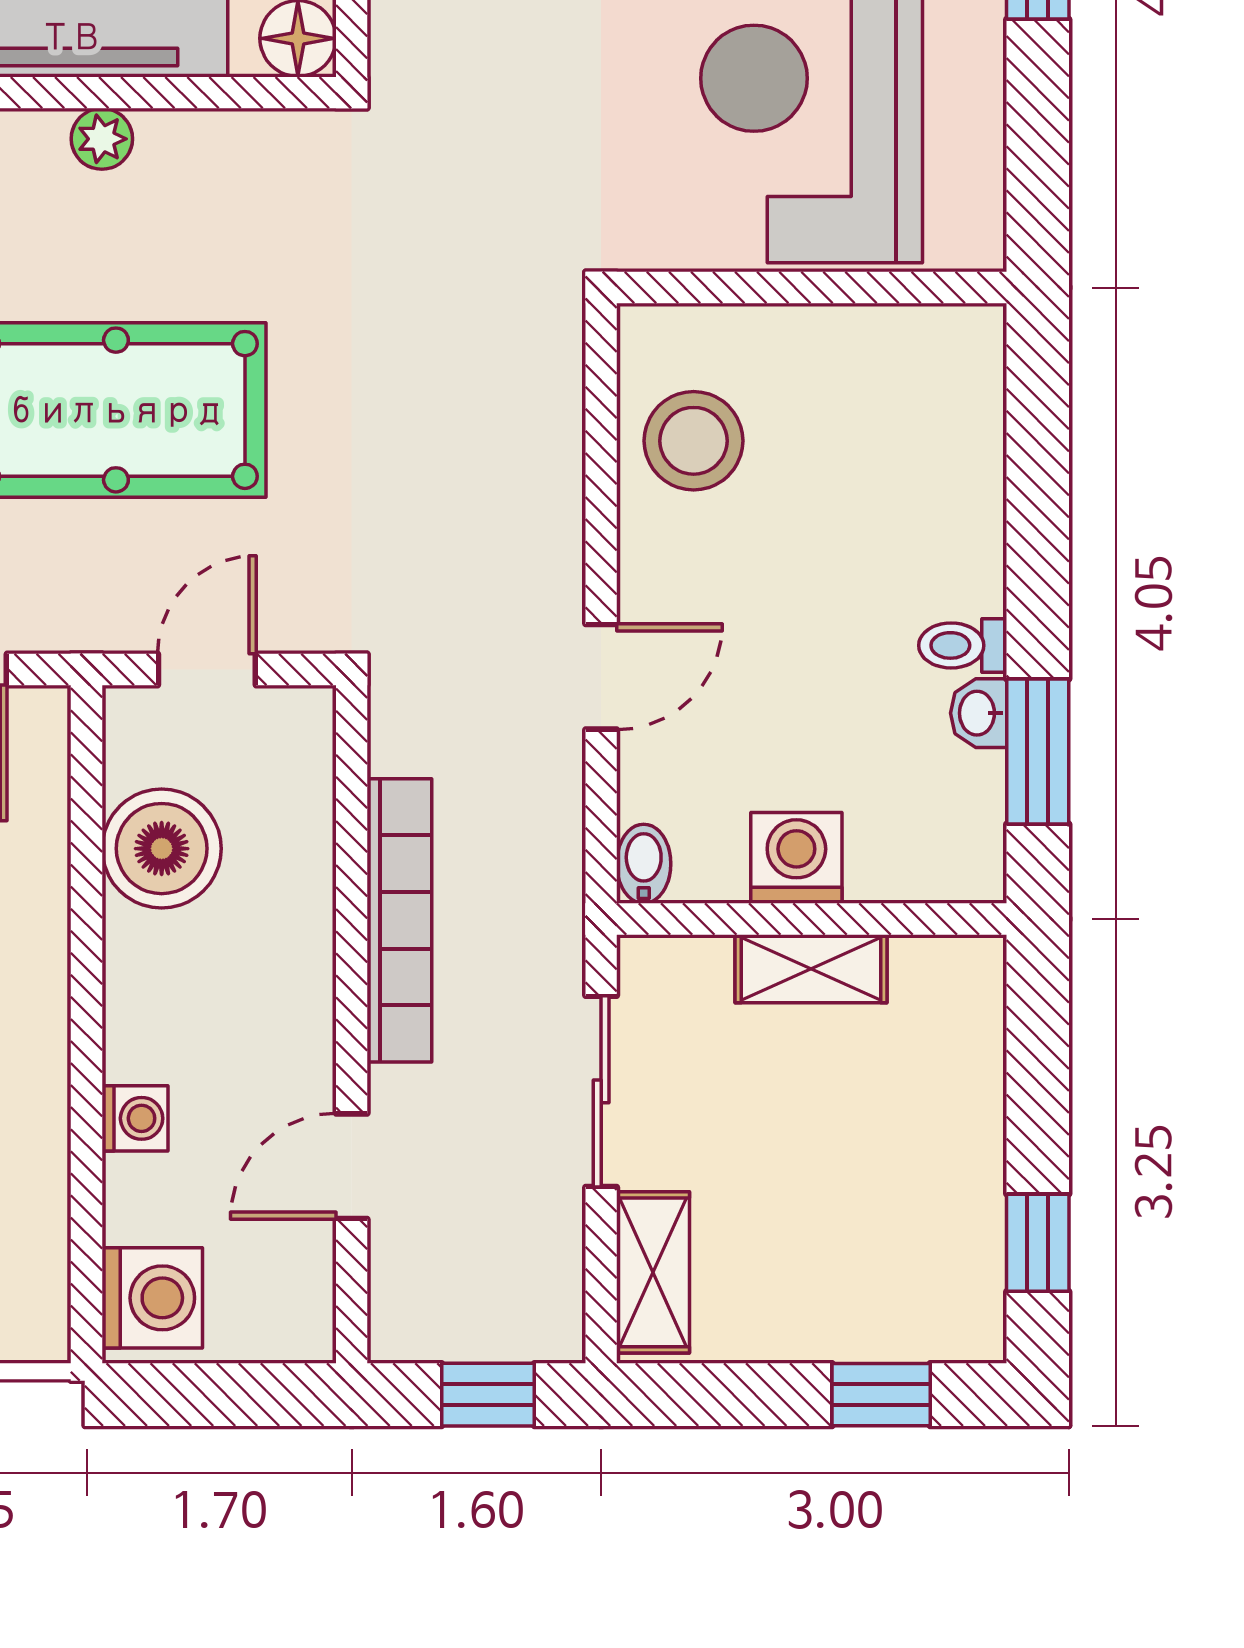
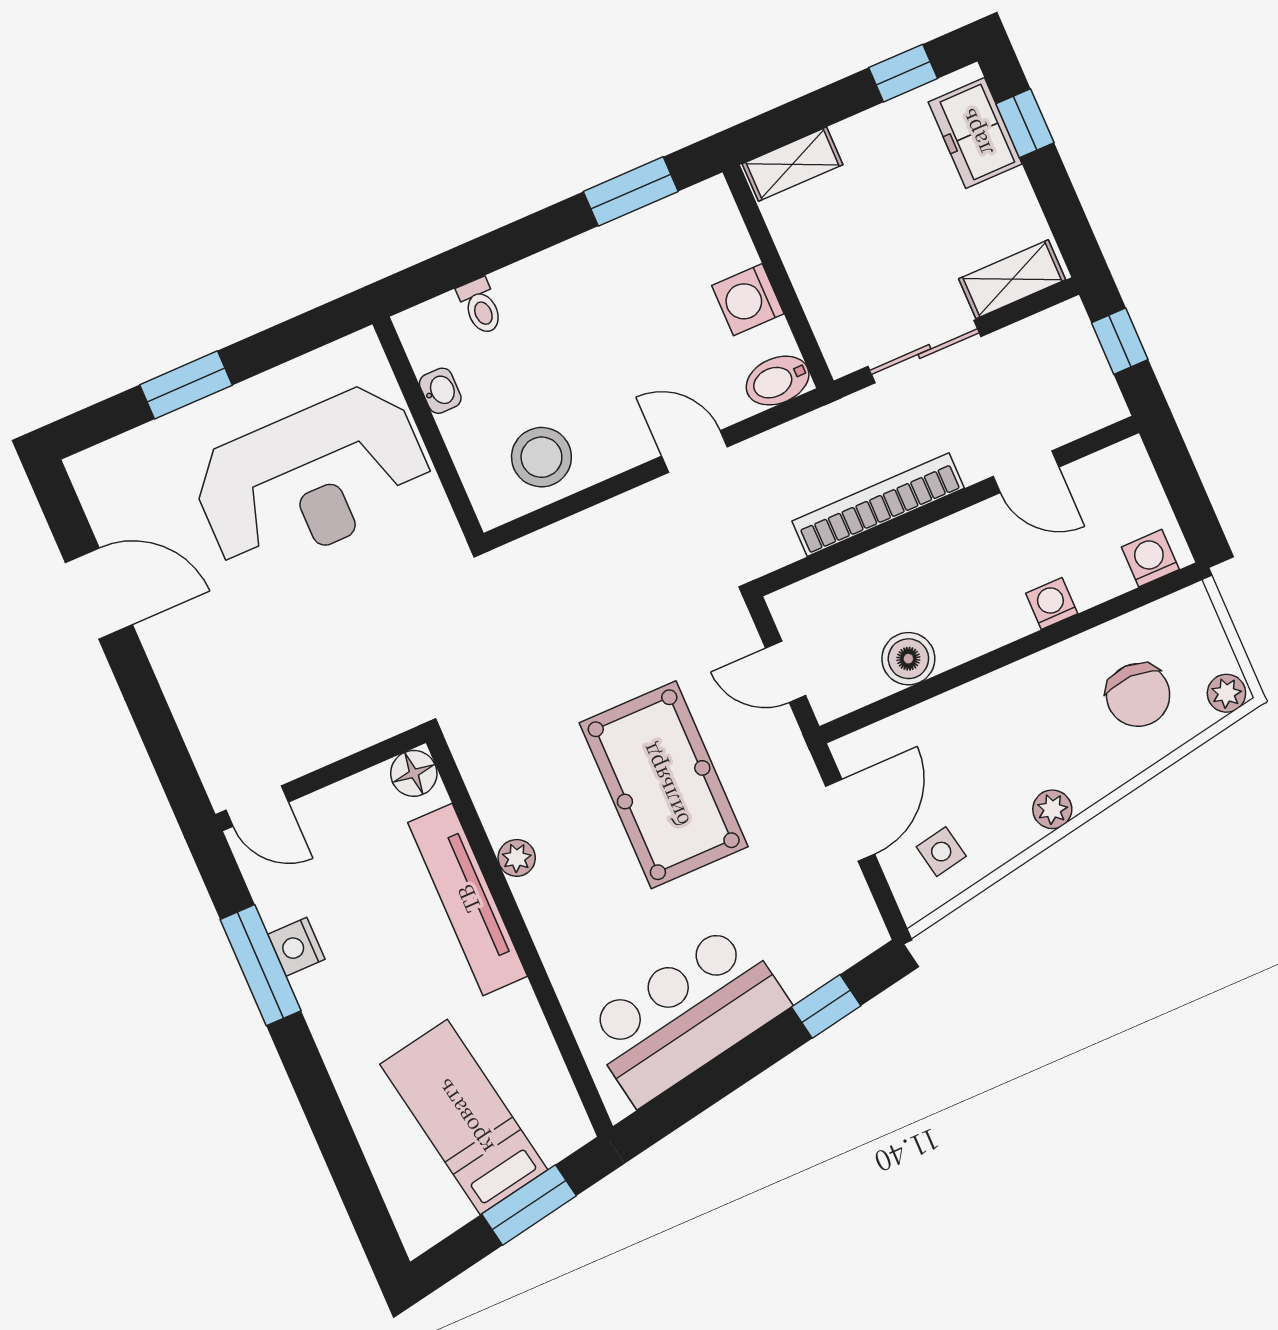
toilet: (963, 645) -> (480, 306), moved
washbasin: (979, 713) -> (440, 391), moved, turned -90
boiler: (162, 849) -> (908, 659), width x0.73, depth x0.73
bidet: (644, 864) -> (778, 381), width x1.38, depth x1.36
shelving: (811, 969) -> (793, 164), moved, turned 90
washing machine: (152, 1298) -> (1150, 558), width x0.73, depth x0.73
freezer: (899, 1313) -> (975, 133), added

